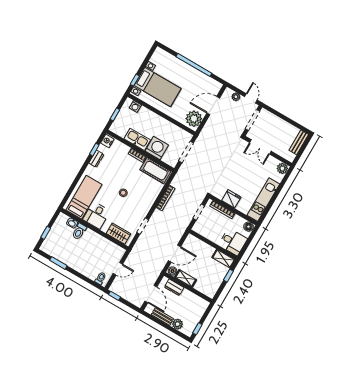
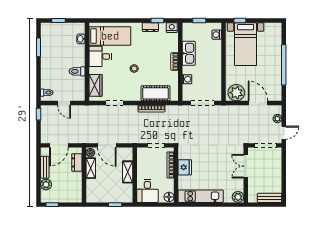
washing machine: (157, 148) -> (187, 79), width x0.53, depth x0.53
cot: (155, 171) -> (156, 93), moved, turned 90
toilet: (79, 231) -> (77, 71), moved
shelving: (224, 259) -> (128, 172), moved

